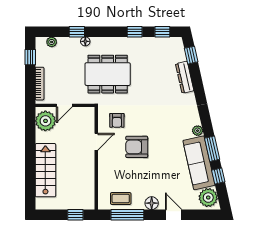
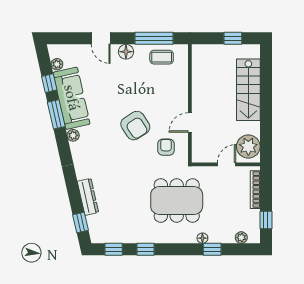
armchair: (137, 147) -> (135, 126), moved, turned 57
plant: (208, 198) -> (57, 64), width x0.53, depth x0.53
window: (75, 215) -> (233, 38), moved

